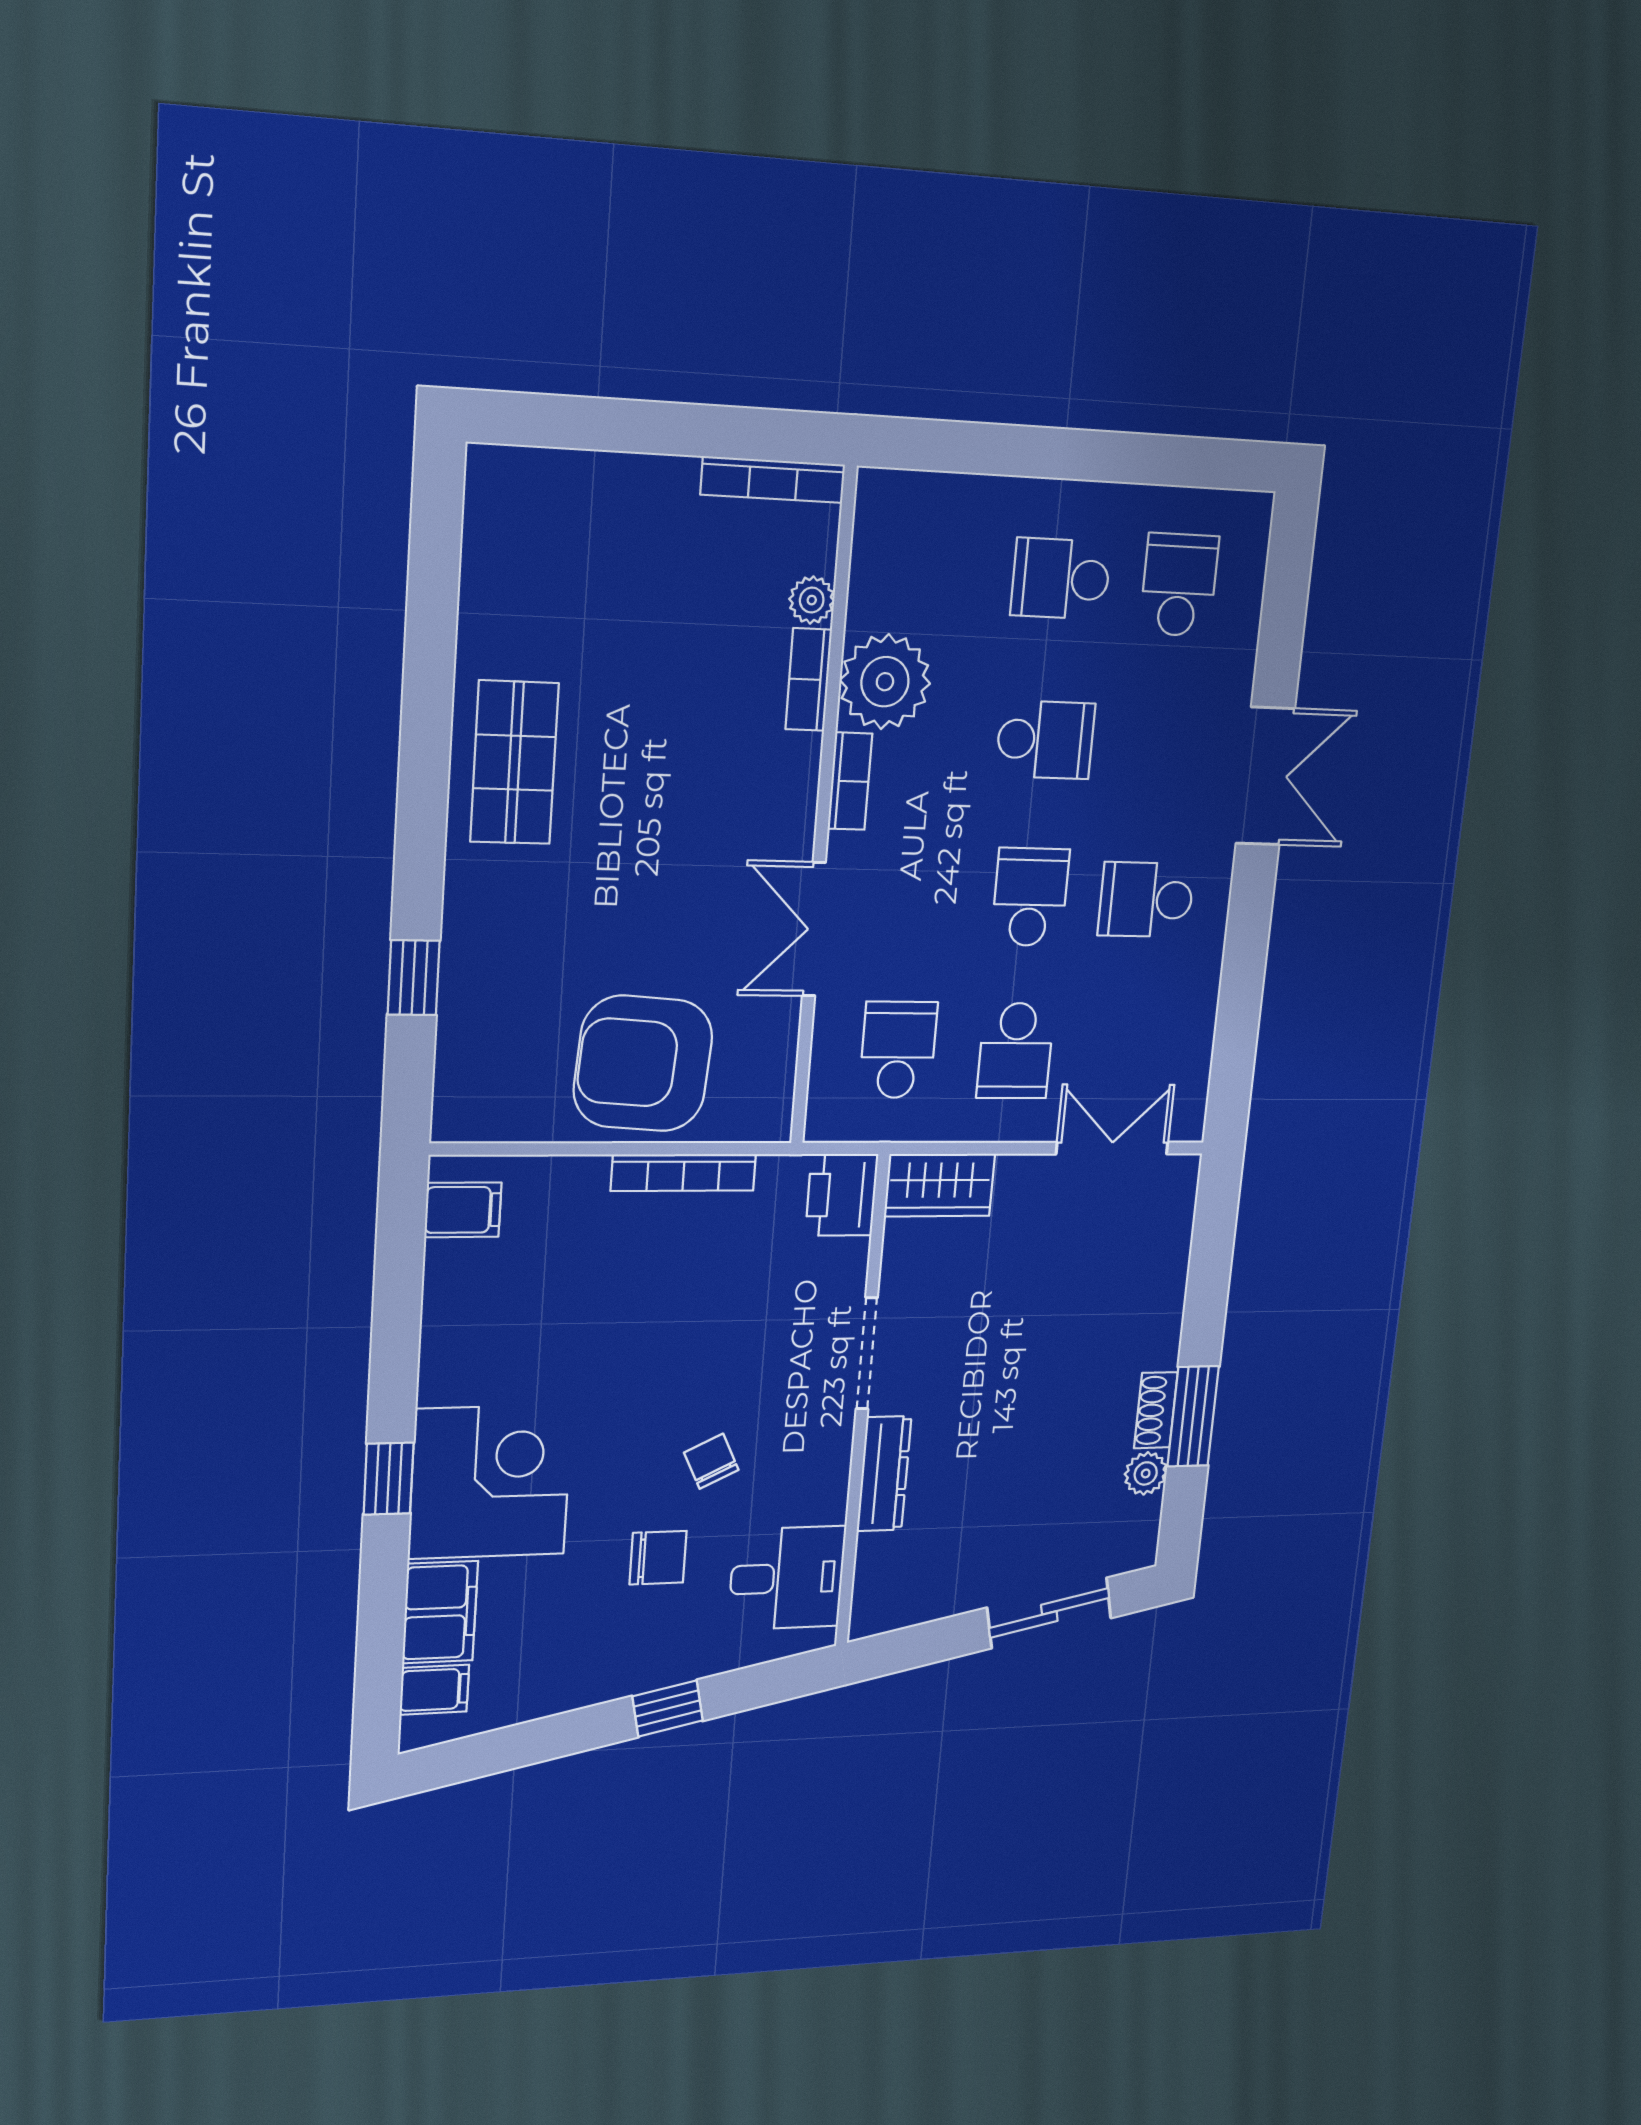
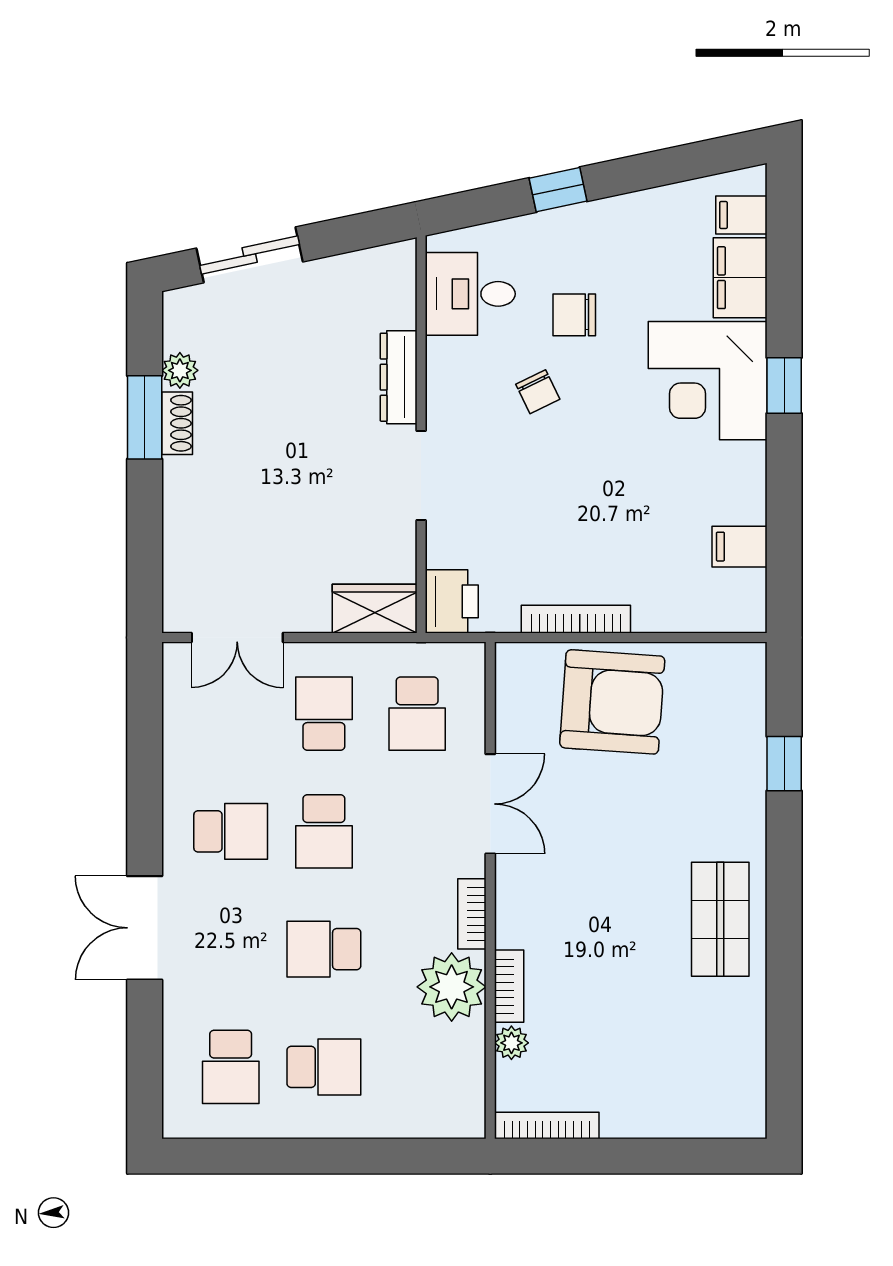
filing cabinet: (463, 1210) -> (740, 547), moved

